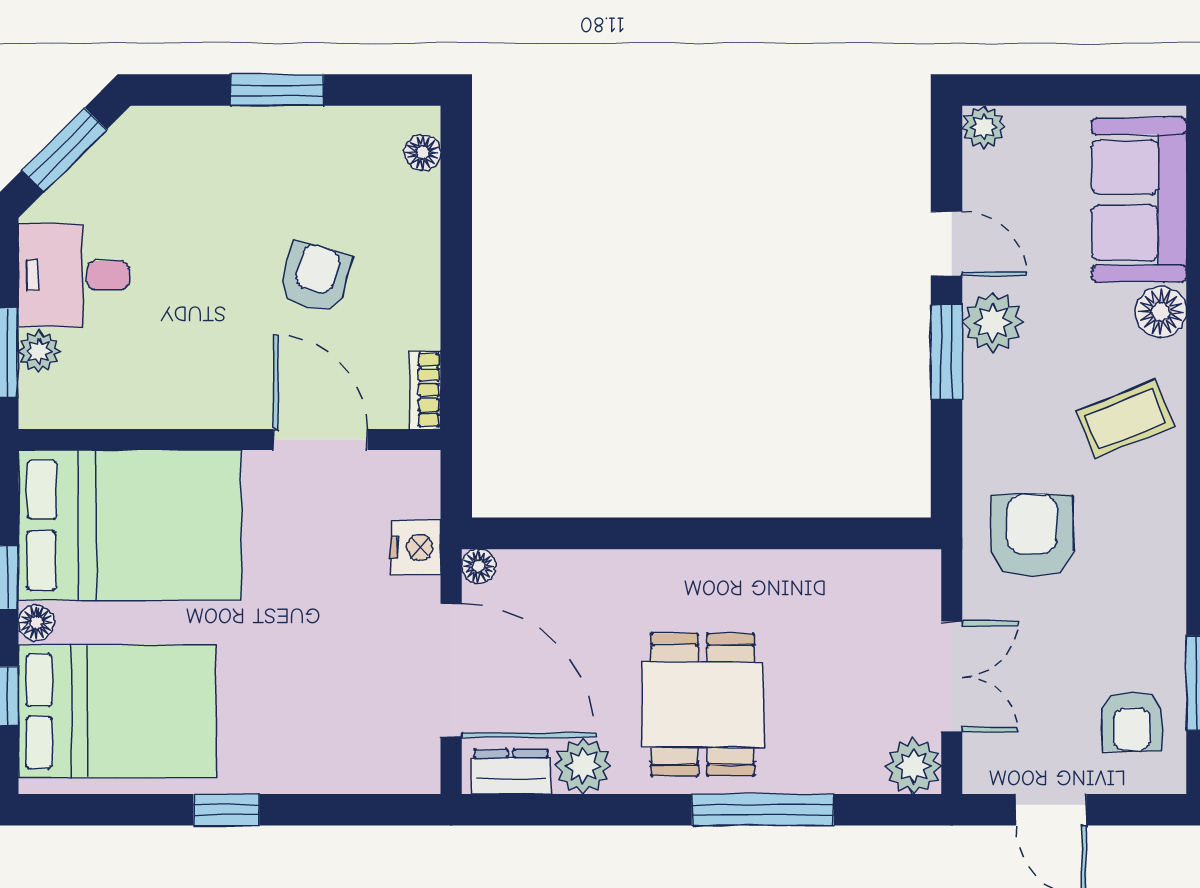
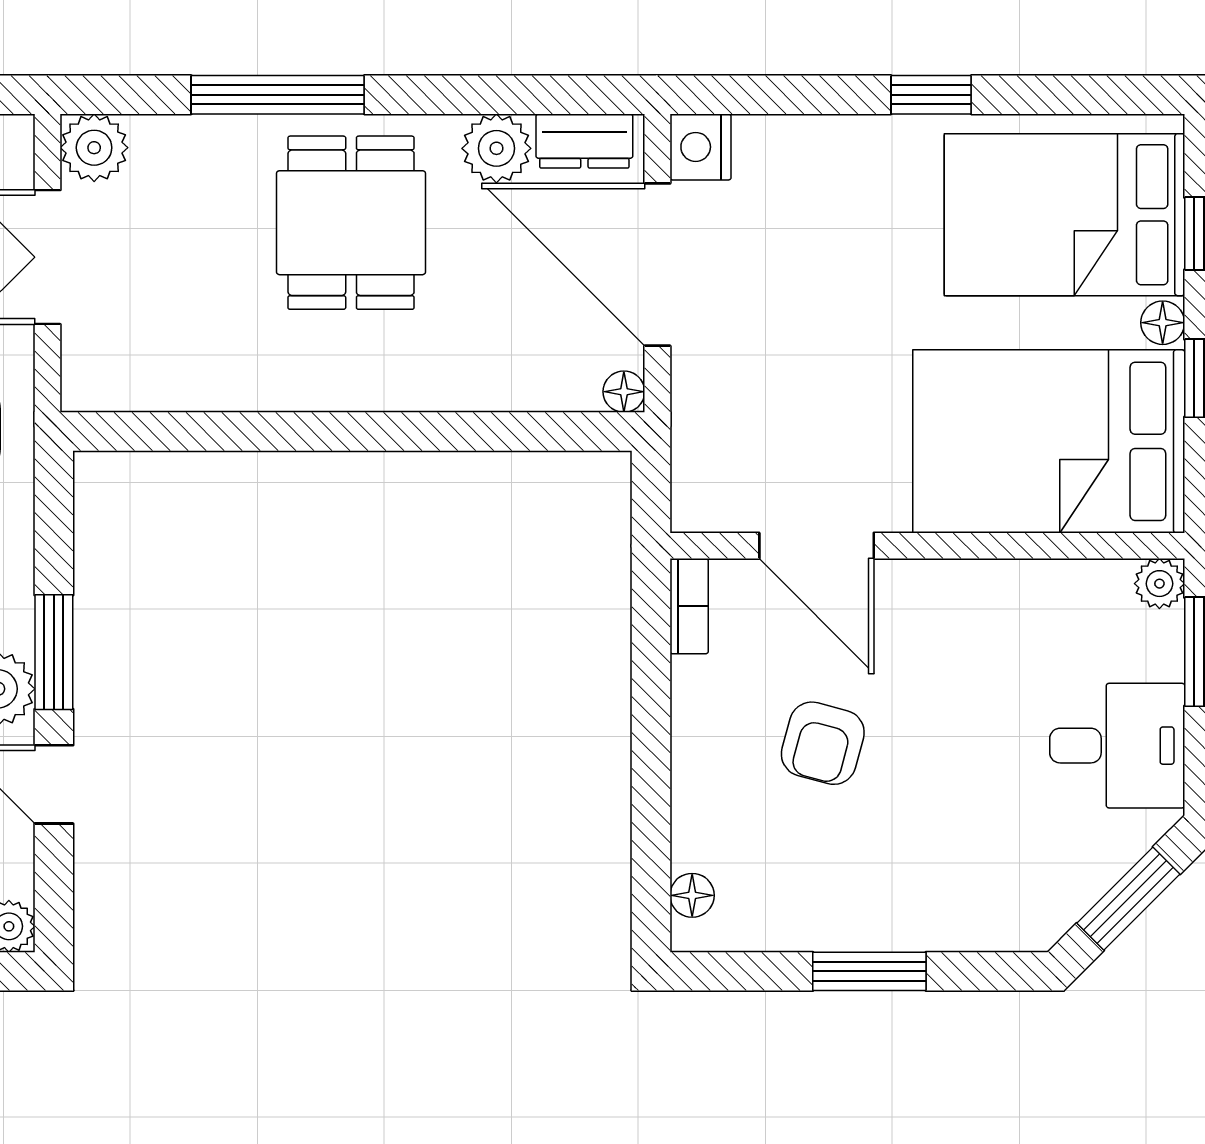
plant: (39, 352) -> (1159, 584), moved
nightstand: (416, 547) -> (701, 147), moved

